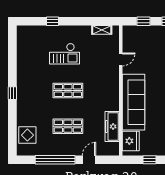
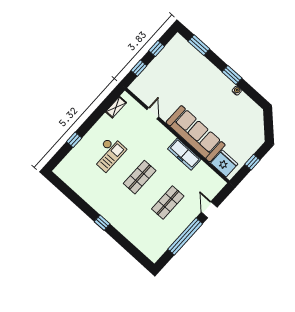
freezer: (112, 126) -> (184, 154), moved
display table: (27, 135) -> (146, 241), removed

